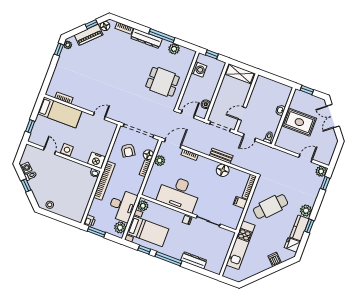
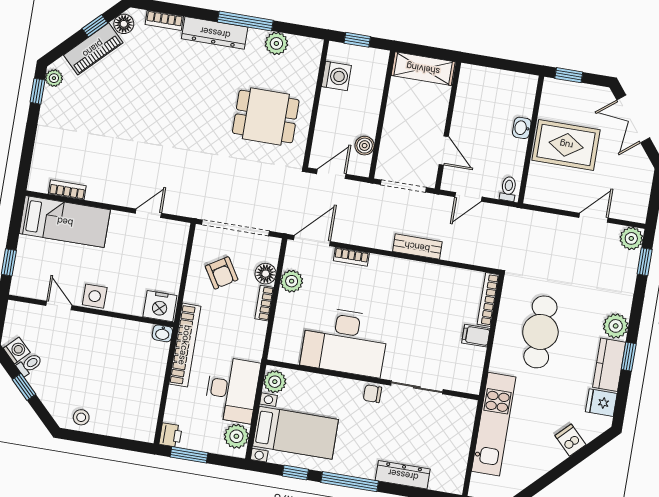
door: (242, 114) -> (444, 150), swing flipped
floor lamp: (223, 170) -> (426, 276), removed
cafe table: (271, 207) -> (540, 332), turned -43

